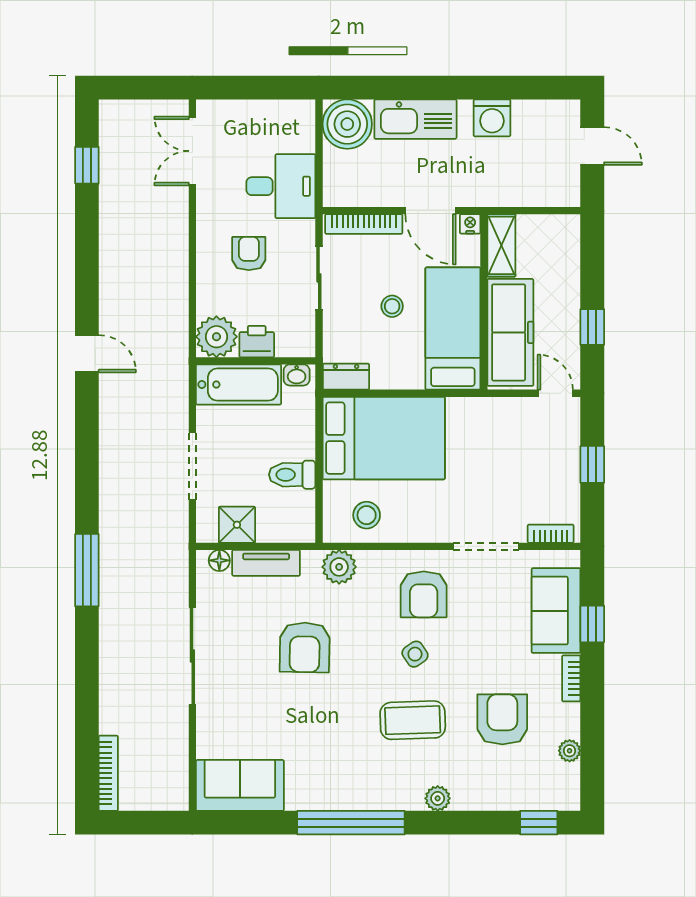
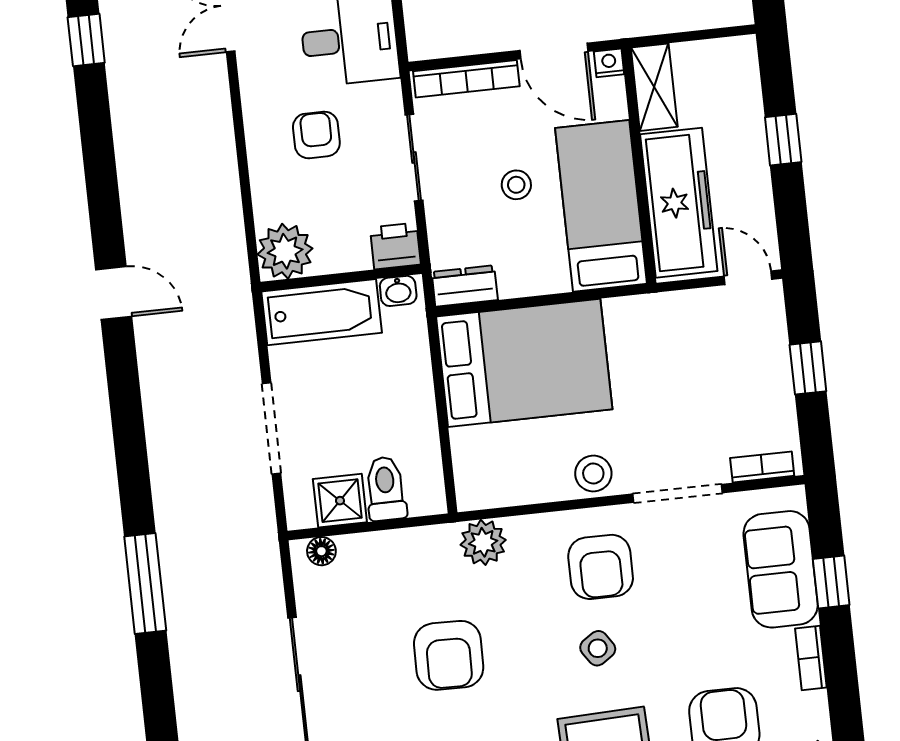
window: (592, 327) -> (783, 140), moved
printer: (257, 342) -> (395, 246), moved
toilet: (292, 475) -> (386, 489), moved, turned 90
stool: (367, 515) -> (593, 474), moved
tv unit: (266, 563) -> (385, 548), removed

